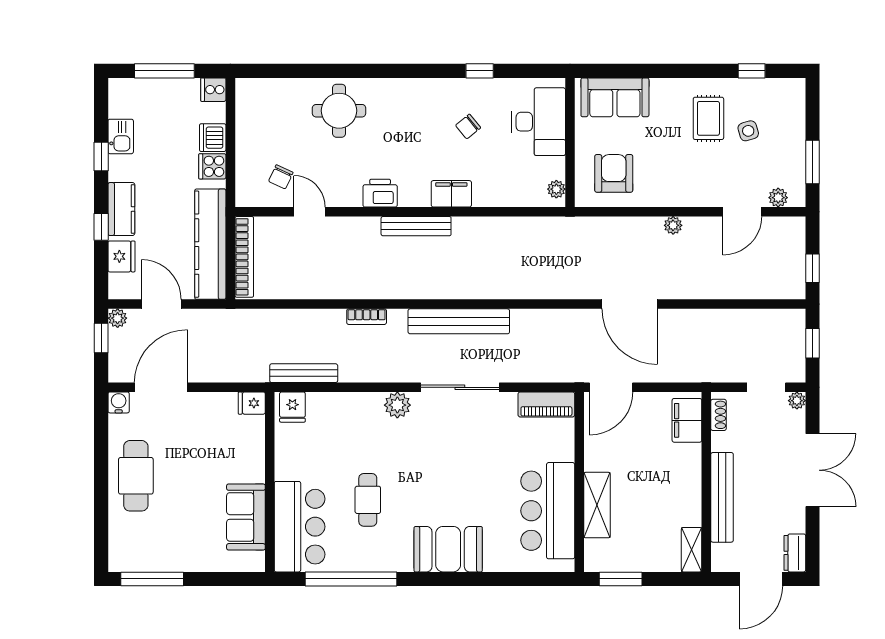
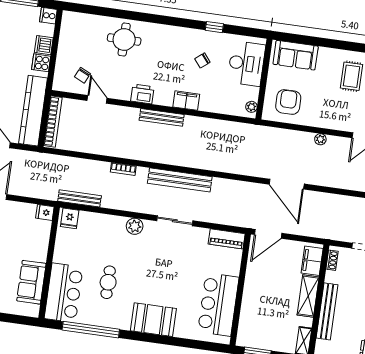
sliding door: (460, 387) -> (175, 221), width x0.73
shelving: (597, 505) -> (308, 296), moved

